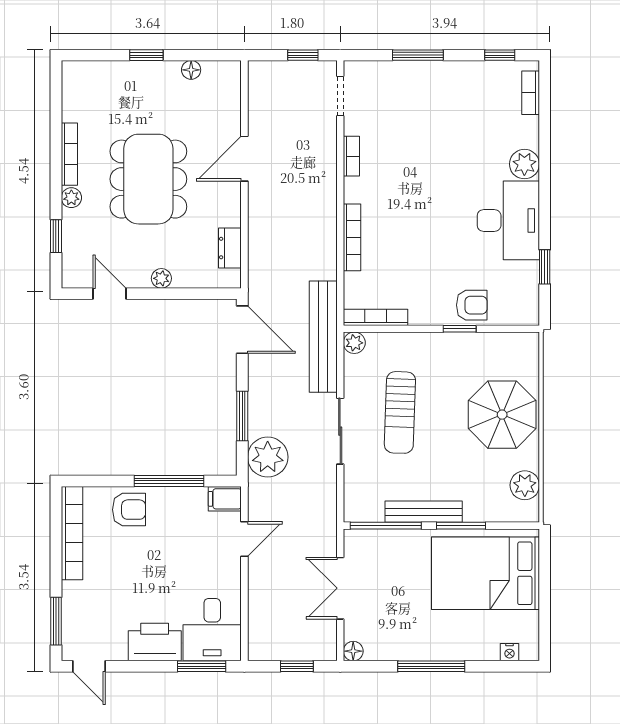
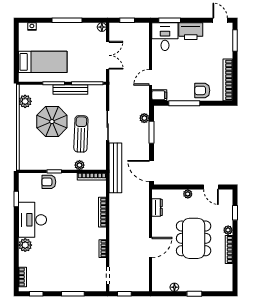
plant: (354, 343) -> (79, 165), moved
parasol: (502, 415) -> (52, 122), moved
plant: (268, 457) -> (144, 118), width x0.53, depth x0.53
bed: (485, 573) -> (43, 62), width x0.67

